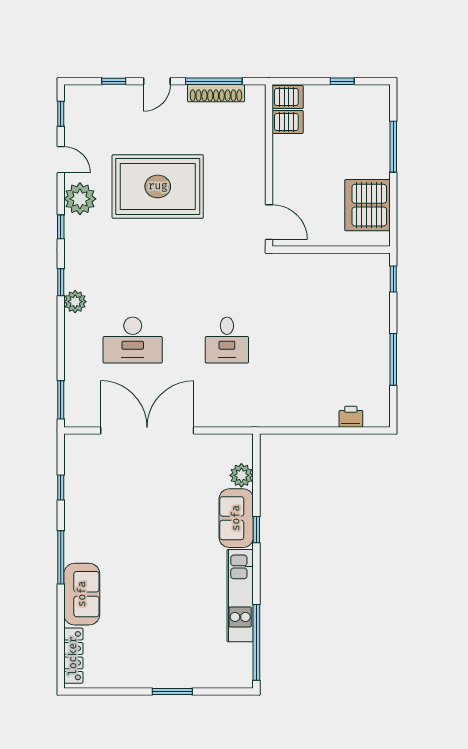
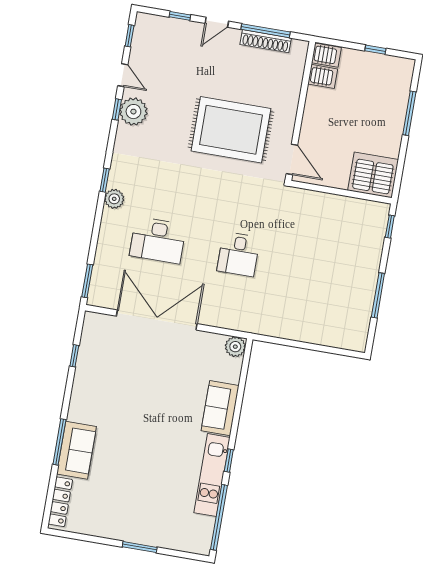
rug: (158, 186) -> (231, 130), moved
server rack: (367, 205) -> (373, 175), moved, turned 90
window: (61, 227) -> (117, 109), moved
printer: (351, 417) -> (333, 338), removed
plant: (241, 475) -> (235, 347), moved
window: (256, 530) -> (229, 461), moved
window: (61, 557) -> (59, 442), moved

